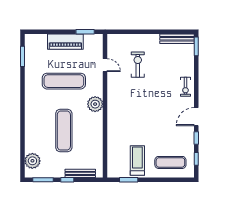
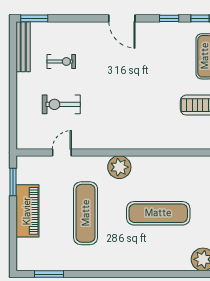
exercise bike: (185, 87) -> (61, 61), moved
door: (196, 117) -> (122, 18), moved

